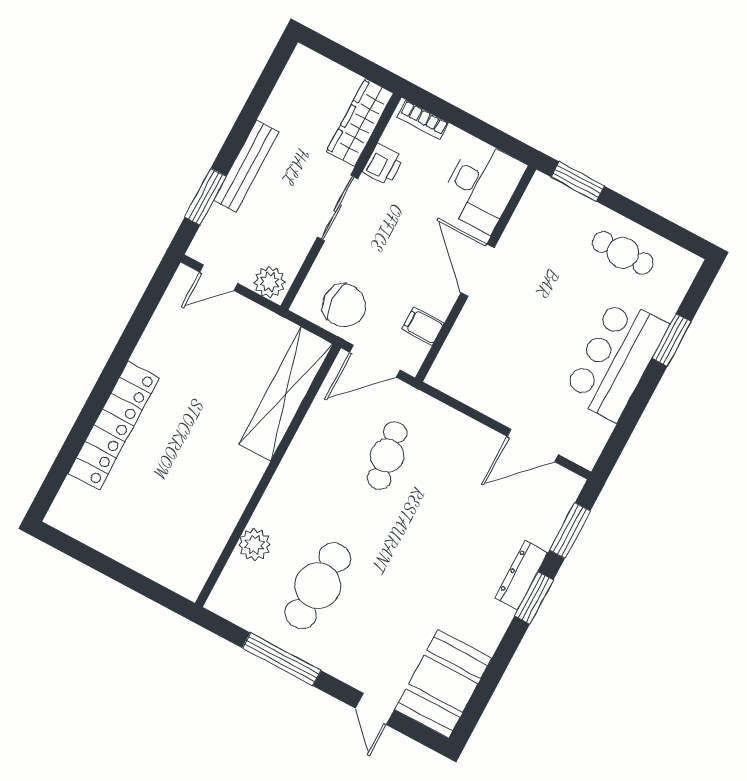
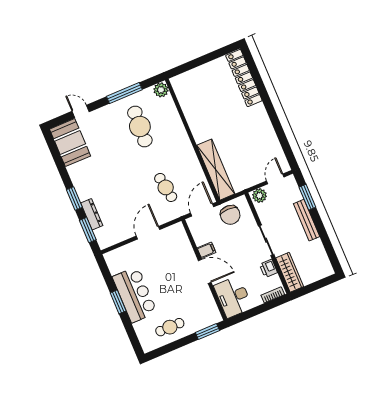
chair: (344, 305) -> (230, 215), turned -90
filing cabinet: (423, 326) -> (206, 250), moved
window: (672, 340) -> (118, 302), moved
locker: (114, 426) -> (244, 78), moved
door: (533, 445) -> (148, 233), moved
plant: (255, 545) -> (161, 90), moved
dresser: (521, 575) -> (92, 214), moved

